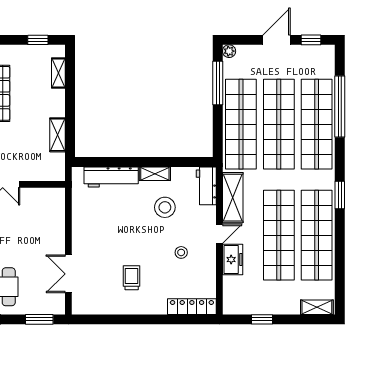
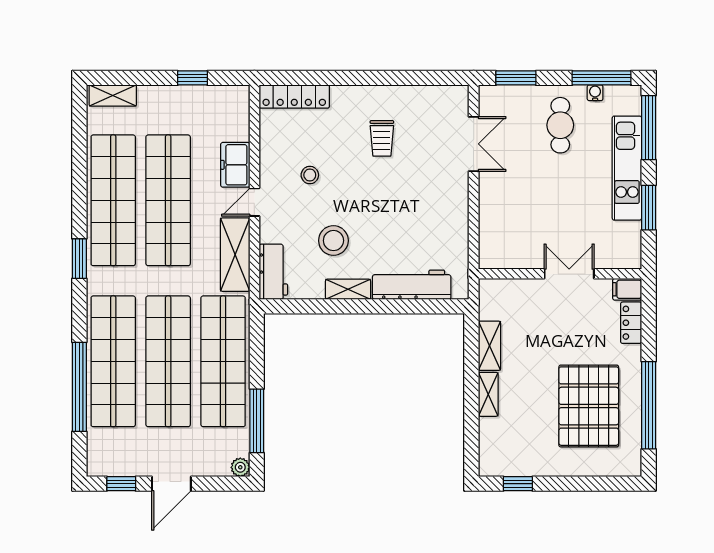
shelving: (58, 73) -> (488, 394), moved

